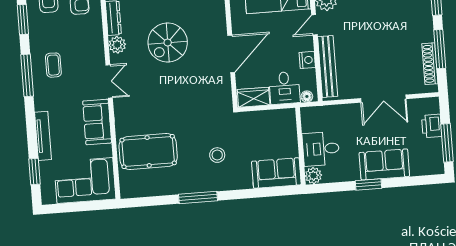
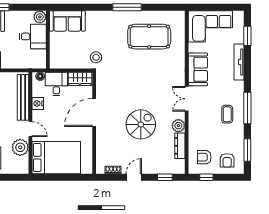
door: (314, 25) -> (30, 129), hinge flipped
pool table: (148, 152) -> (149, 37), moved
stool: (217, 155) -> (96, 57), moved

